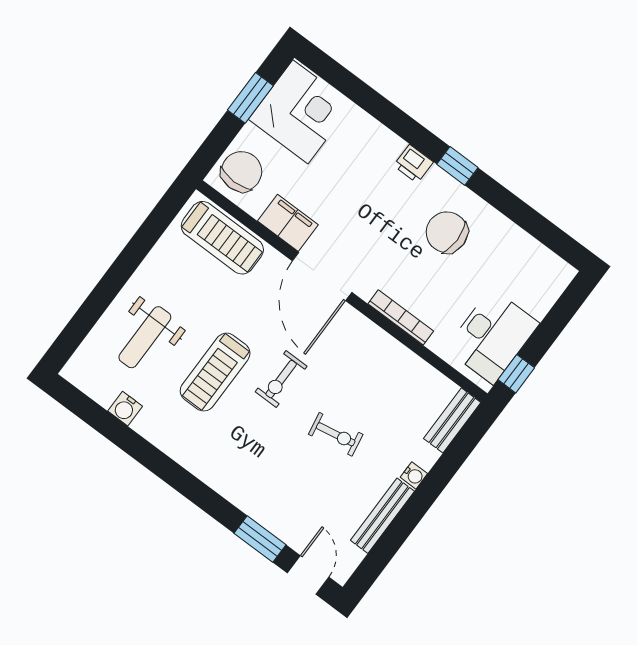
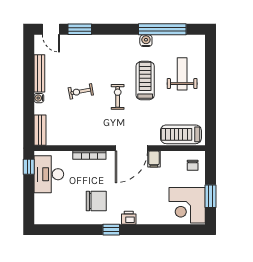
chair: (242, 172) -> (193, 165), width x0.54, depth x0.54
filing cabinet: (288, 223) -> (154, 159), width x0.50
door: (322, 277) -> (131, 148), swing flipped
water cooler: (125, 409) -> (146, 41), moved
window: (123, 436) -> (162, 29), added

